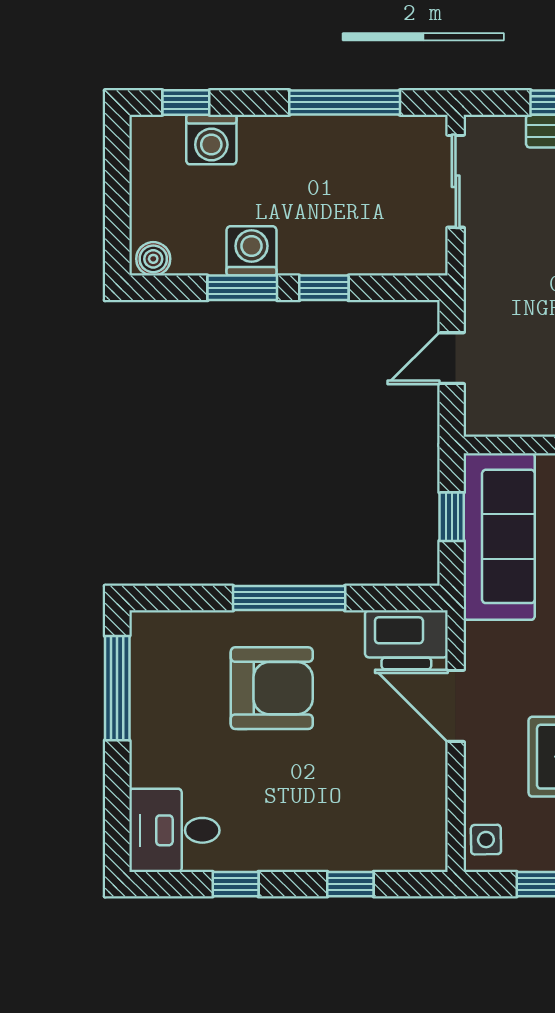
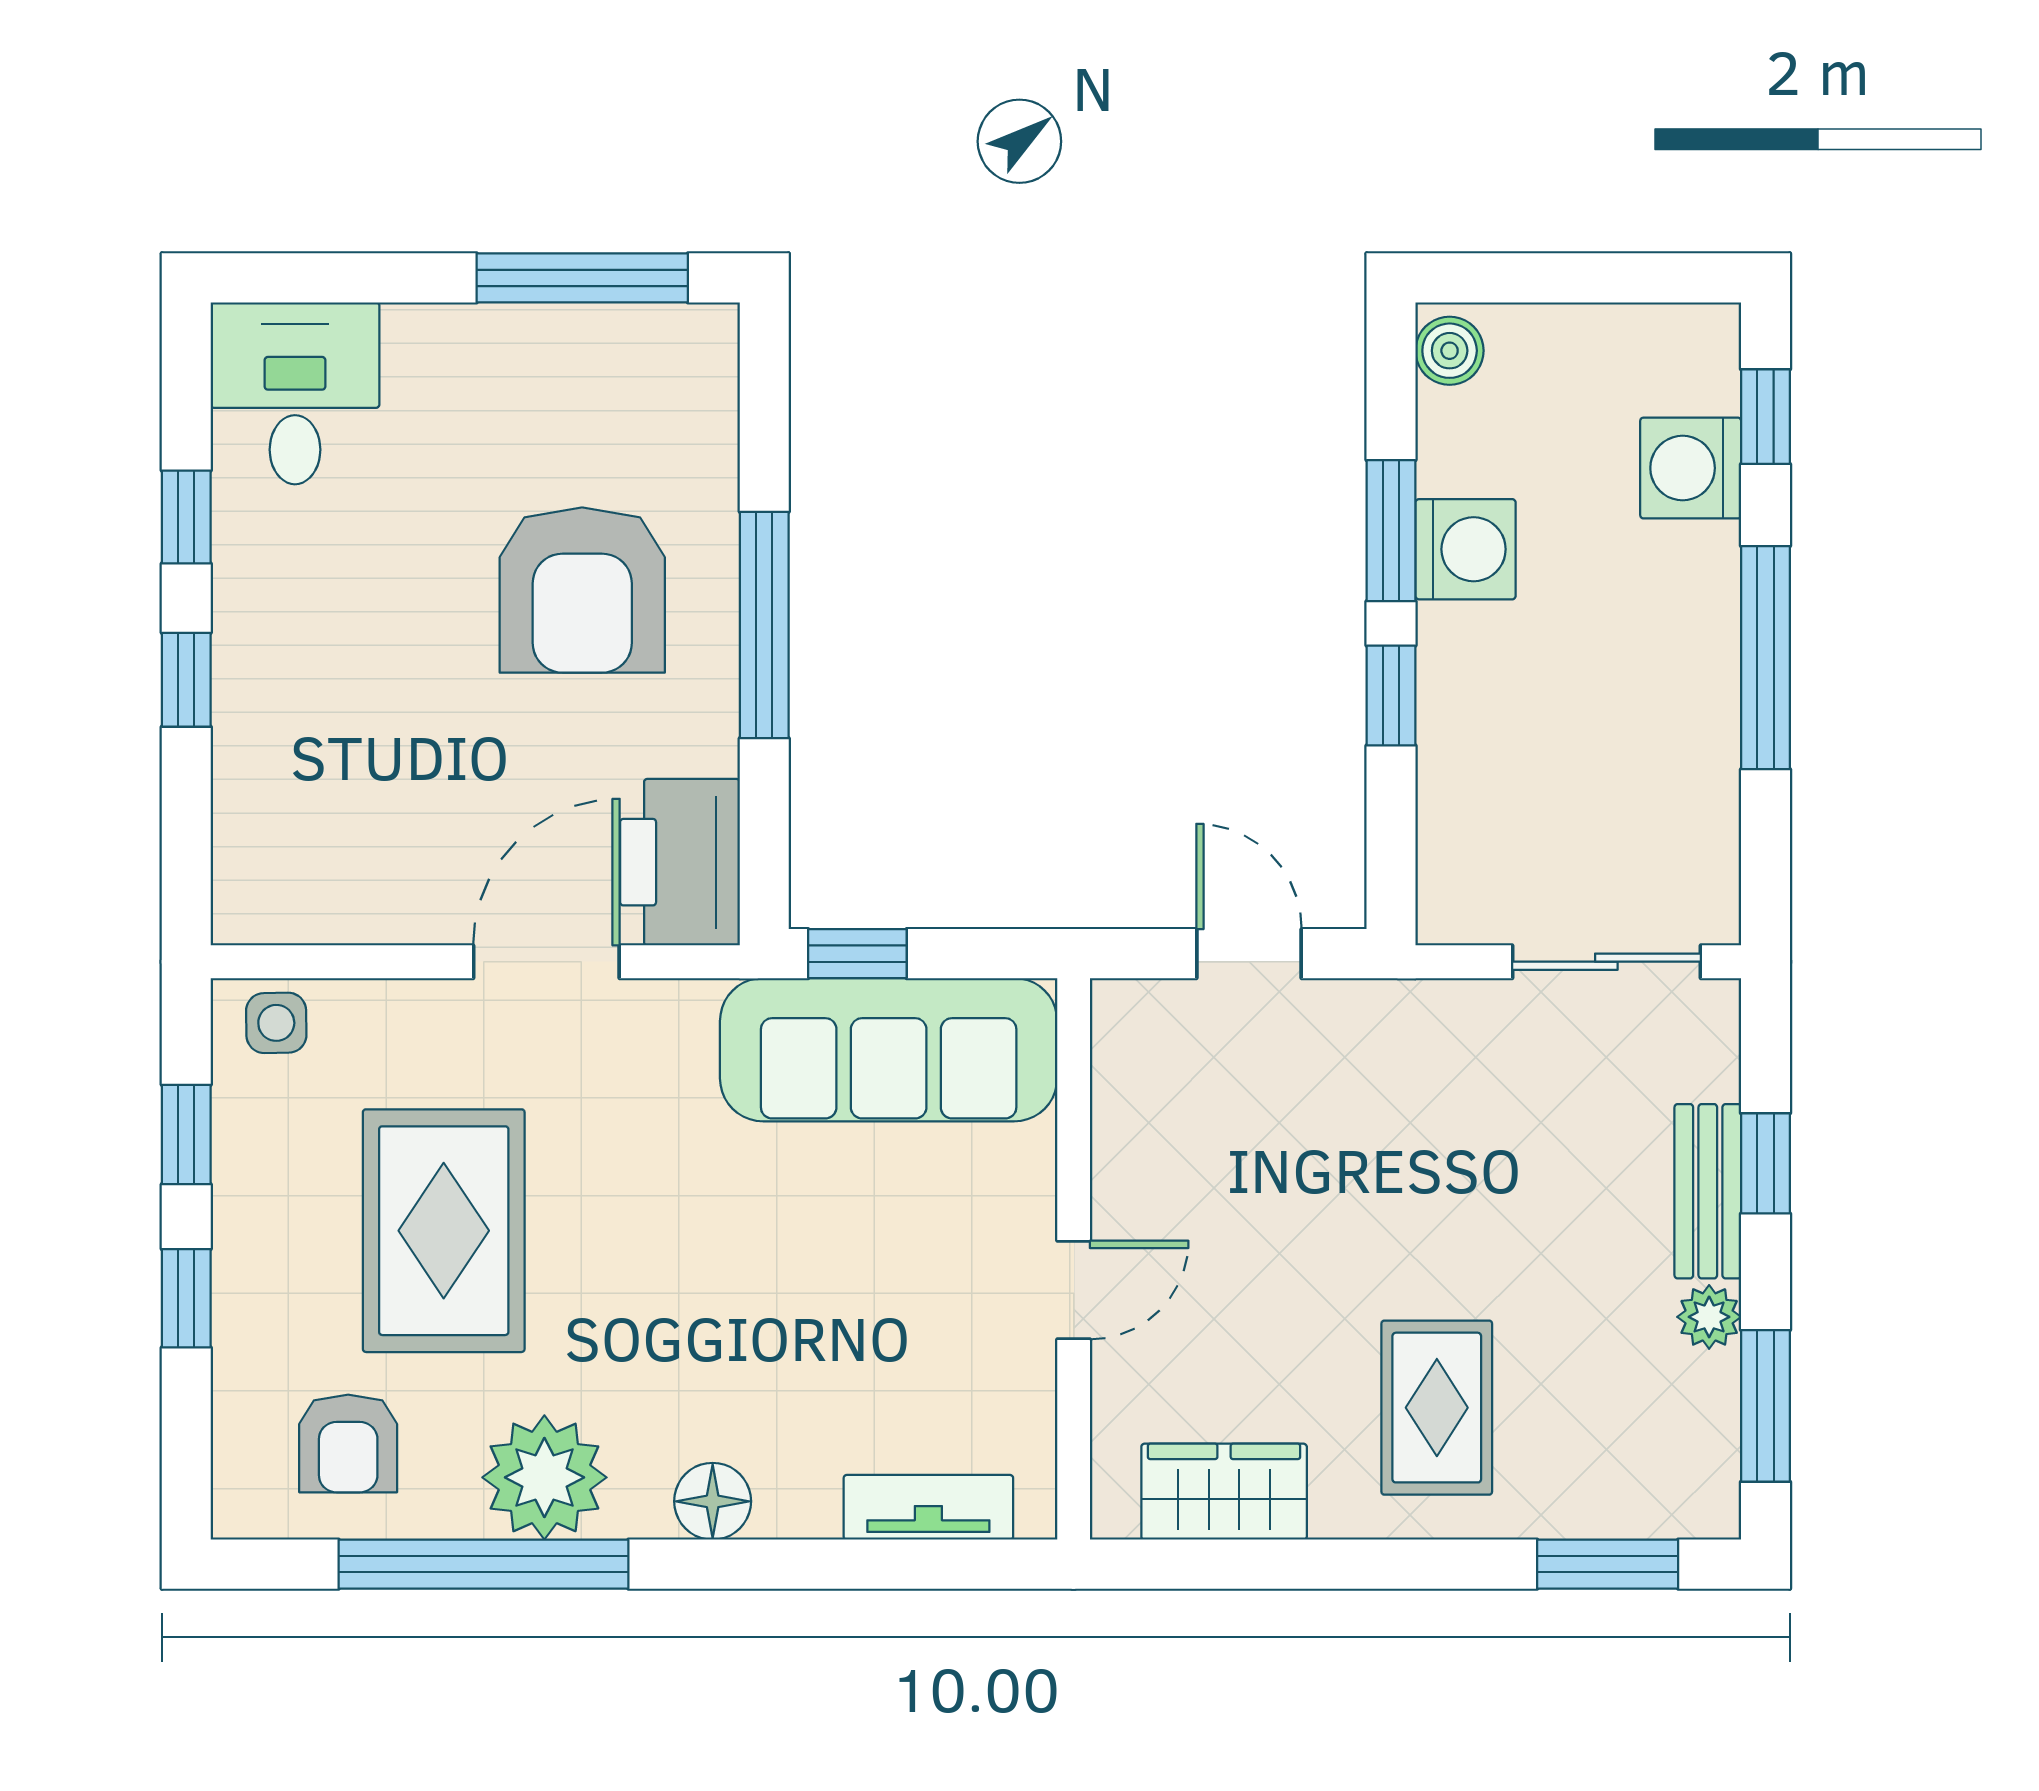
window: (345, 102) -> (1766, 658), moved
window: (452, 517) -> (857, 954), moved
window: (350, 884) -> (186, 680), moved

